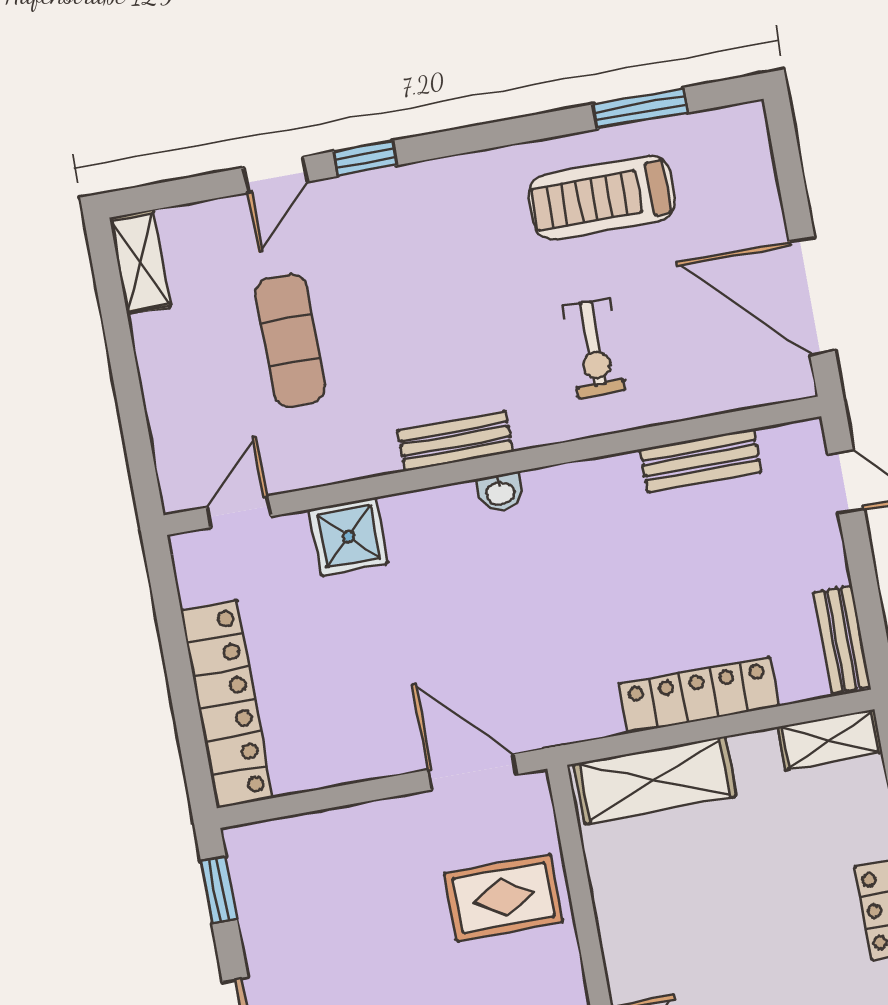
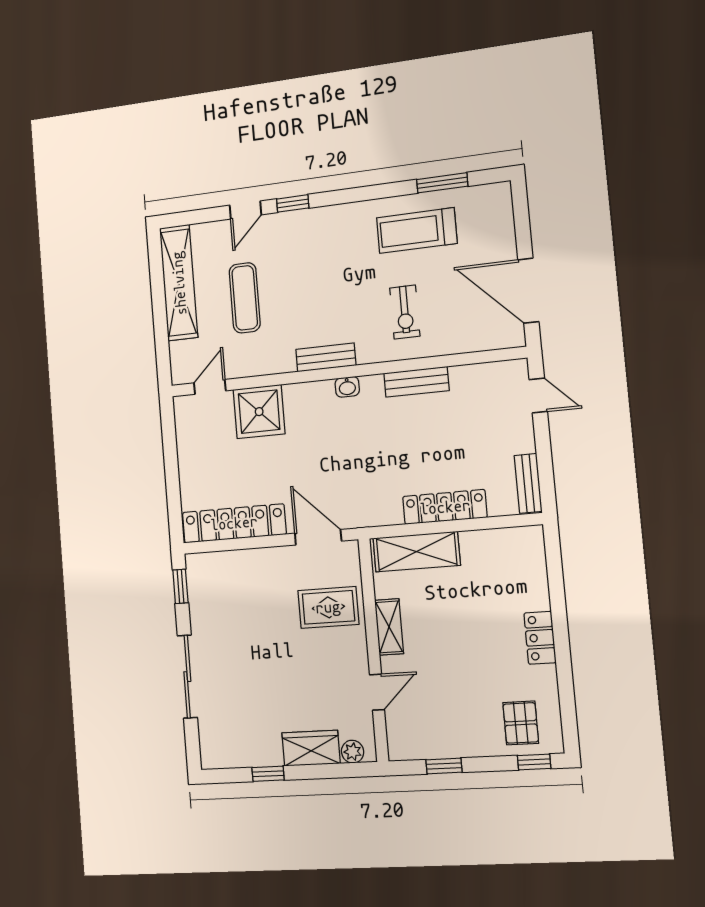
shelving: (140, 262) -> (179, 283), width x2.20, depth x1.33
bench: (700, 460) -> (416, 382), moved
shower: (348, 536) -> (259, 412), width x1.36, depth x1.36
locker: (227, 704) -> (234, 523), moved, turned -90
shelving: (830, 740) -> (389, 627), moved, turned 90

